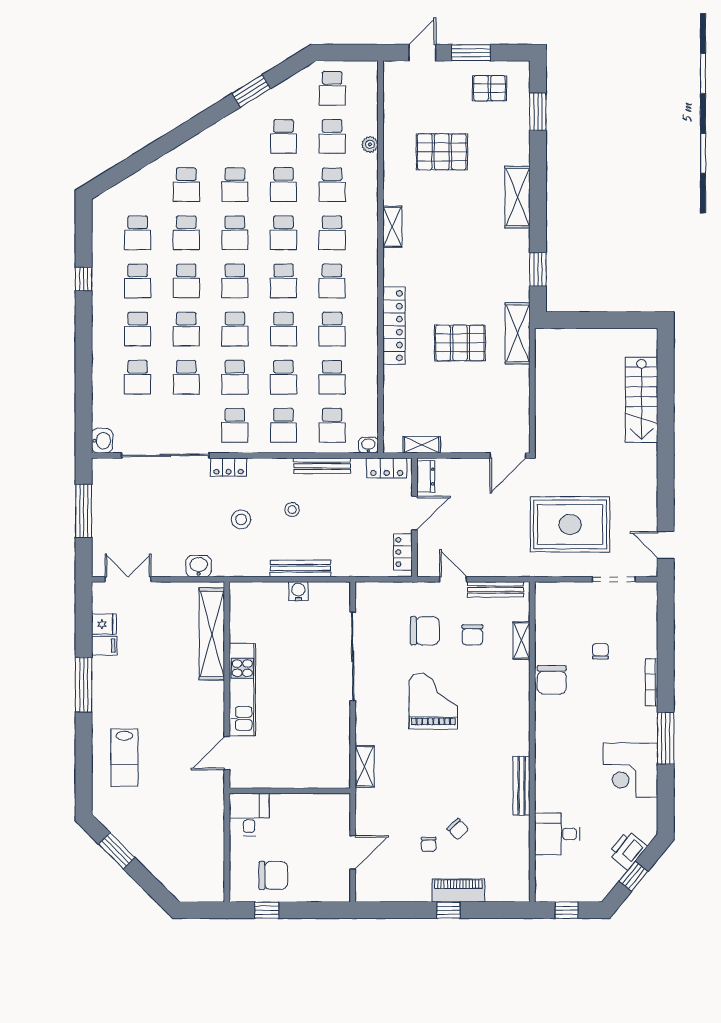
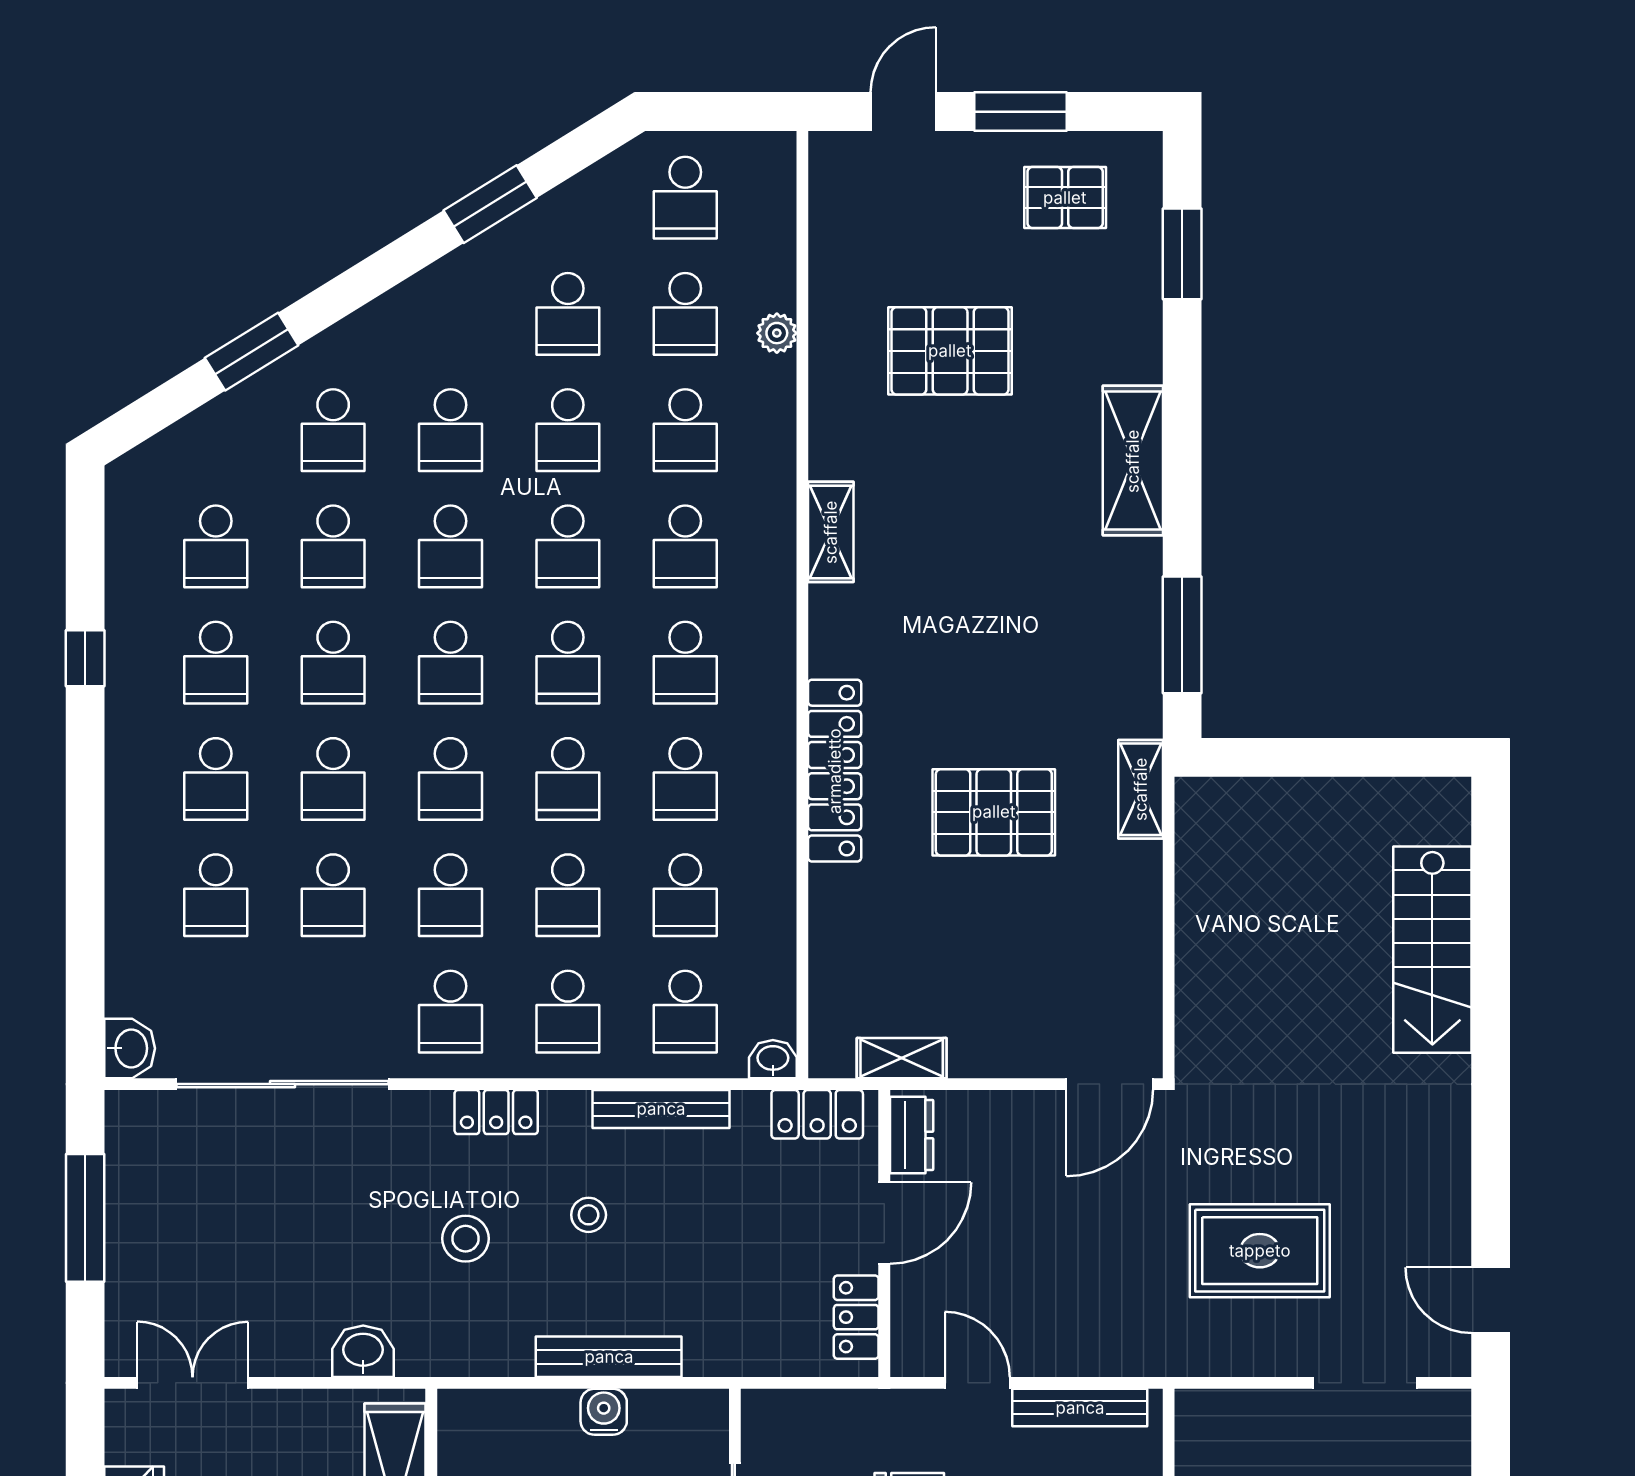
window: (152, 152) -> (252, 352), added
window: (538, 269) -> (1182, 635), width x1.44
shelving: (518, 333) -> (1141, 789), width x0.67, depth x0.75
locker: (229, 467) -> (496, 1112), moved
rug: (570, 524) -> (1260, 1251), width x0.73, depth x0.69

